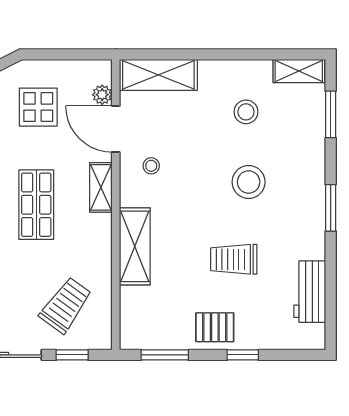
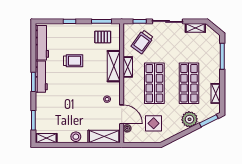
stool: (246, 112) -> (76, 137), moved
stool: (249, 182) -> (67, 93), removed
shelving: (101, 187) -> (128, 67), moved
shop shelf: (36, 205) -> (154, 83), width x1.43, depth x1.36
workbench: (311, 220) -> (41, 77), added
workbench: (310, 292) -> (42, 43), width x1.38
pallet: (215, 327) -> (103, 37), moved

